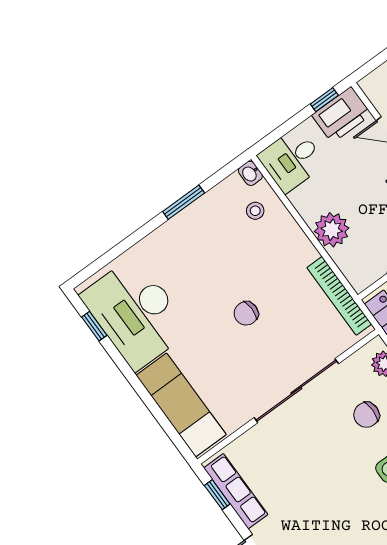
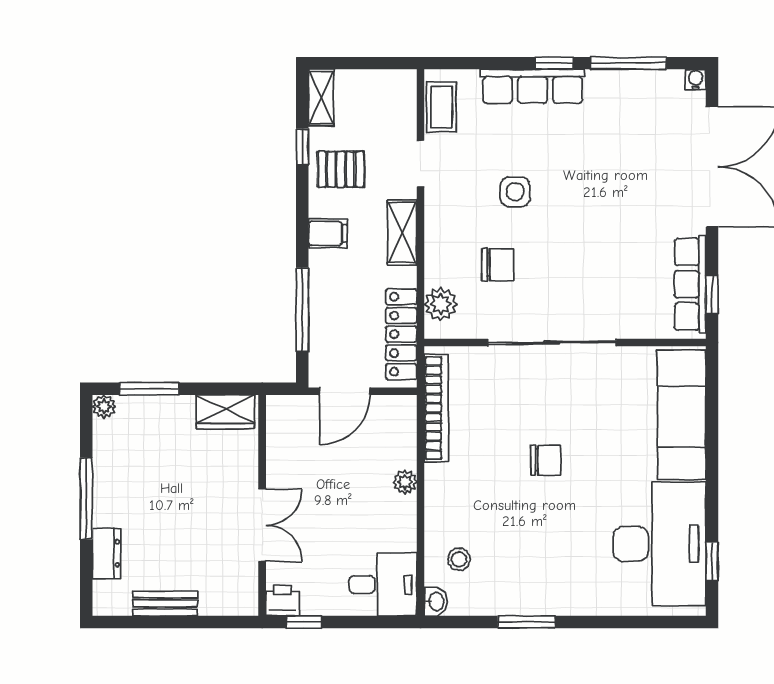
printer: (342, 115) -> (283, 601), width x0.53, depth x0.68
plant: (332, 230) -> (405, 482), width x0.53, depth x0.53

